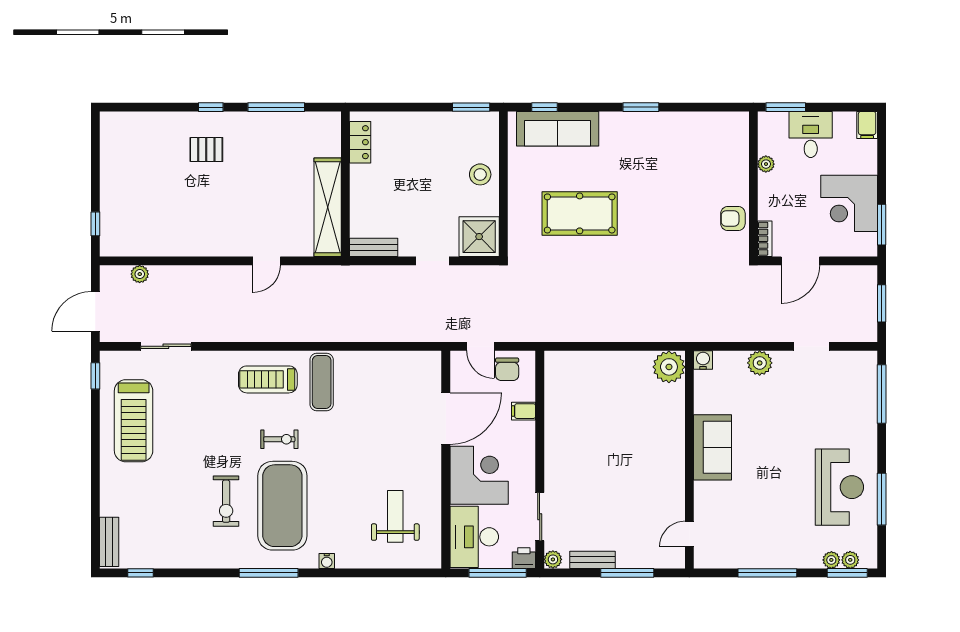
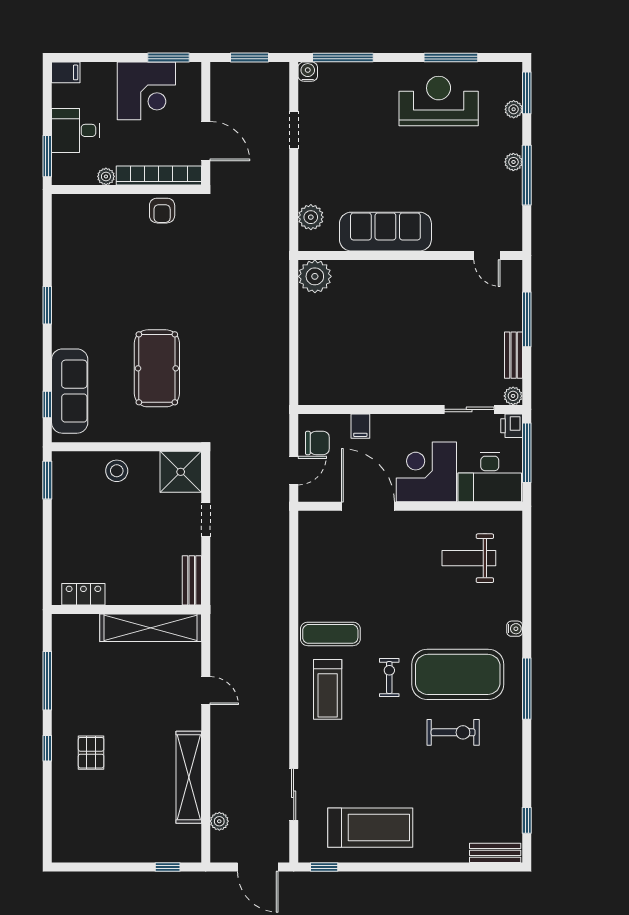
bookcase: (765, 239) -> (159, 175), width x2.31, depth x1.31
shelving: (182, 244) -> (189, 777), added
water cooler: (703, 360) -> (308, 72), moved, turned 90
plant: (760, 363) -> (311, 217), moved
sofa: (713, 447) -> (385, 232), width x1.36
plant: (850, 560) -> (513, 162), moved

